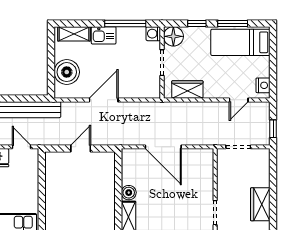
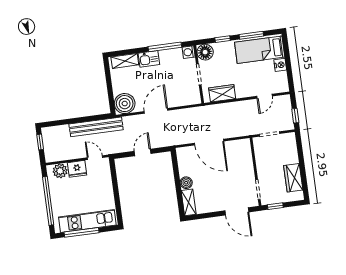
boiler: (67, 72) -> (125, 104), moved
nightstand: (263, 85) -> (280, 65), moved

